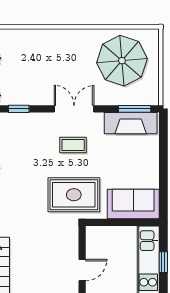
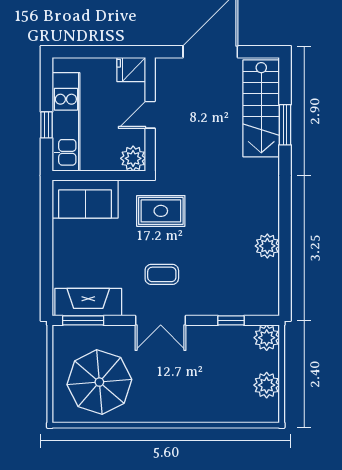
rug: (74, 195) -> (161, 211), width x0.73, depth x0.70
plant: (96, 236) -> (133, 158), added

